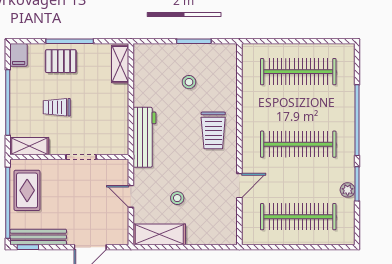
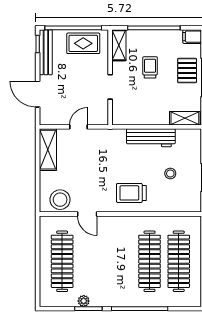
workbench: (144, 137) -> (151, 138), moved
clothes rail: (298, 144) -> (150, 261), moved
stool: (177, 198) -> (60, 200), moved, width x1.89, depth x1.89

